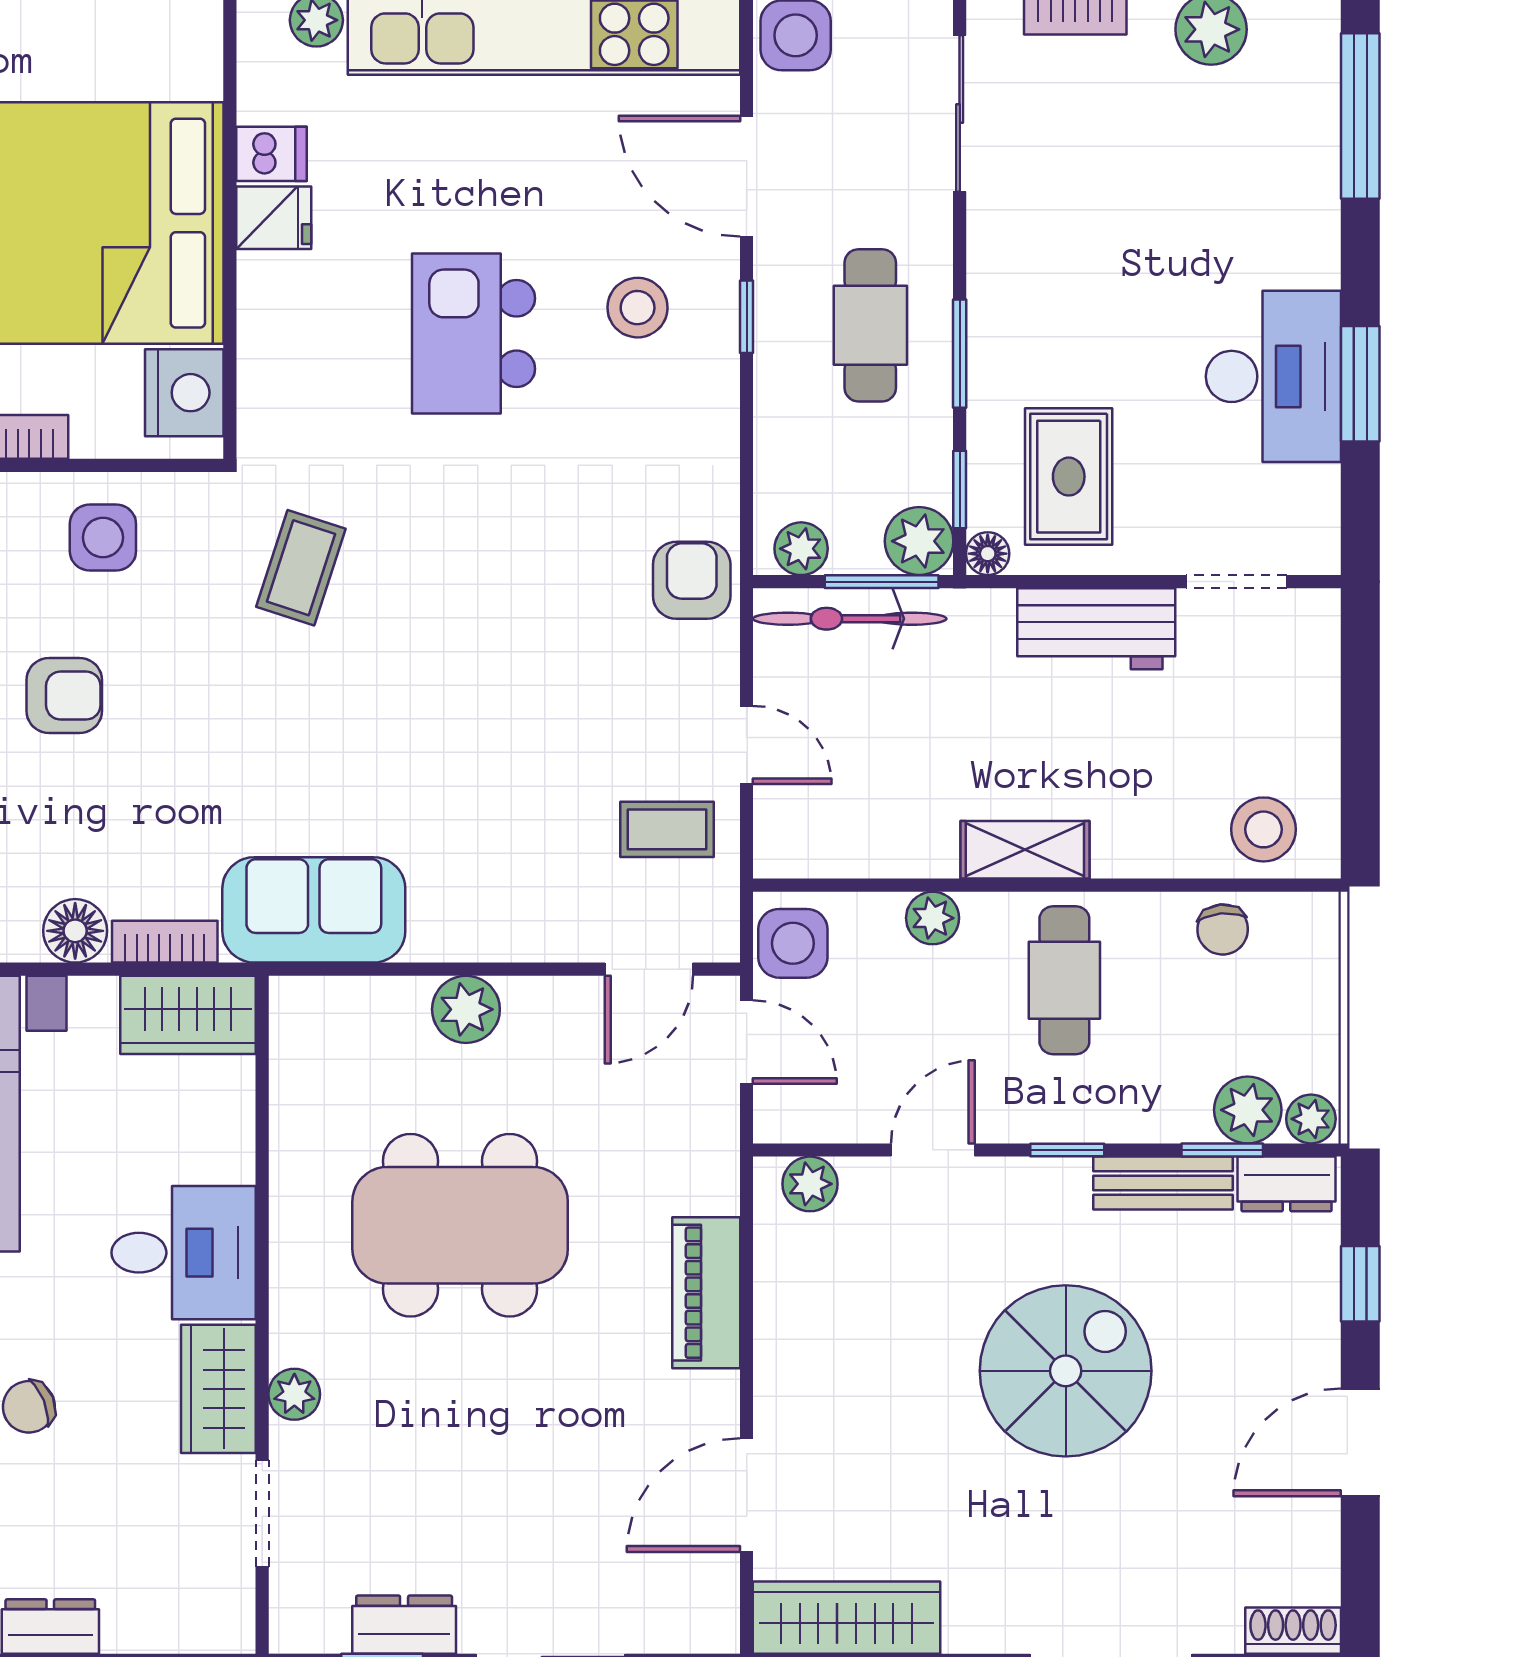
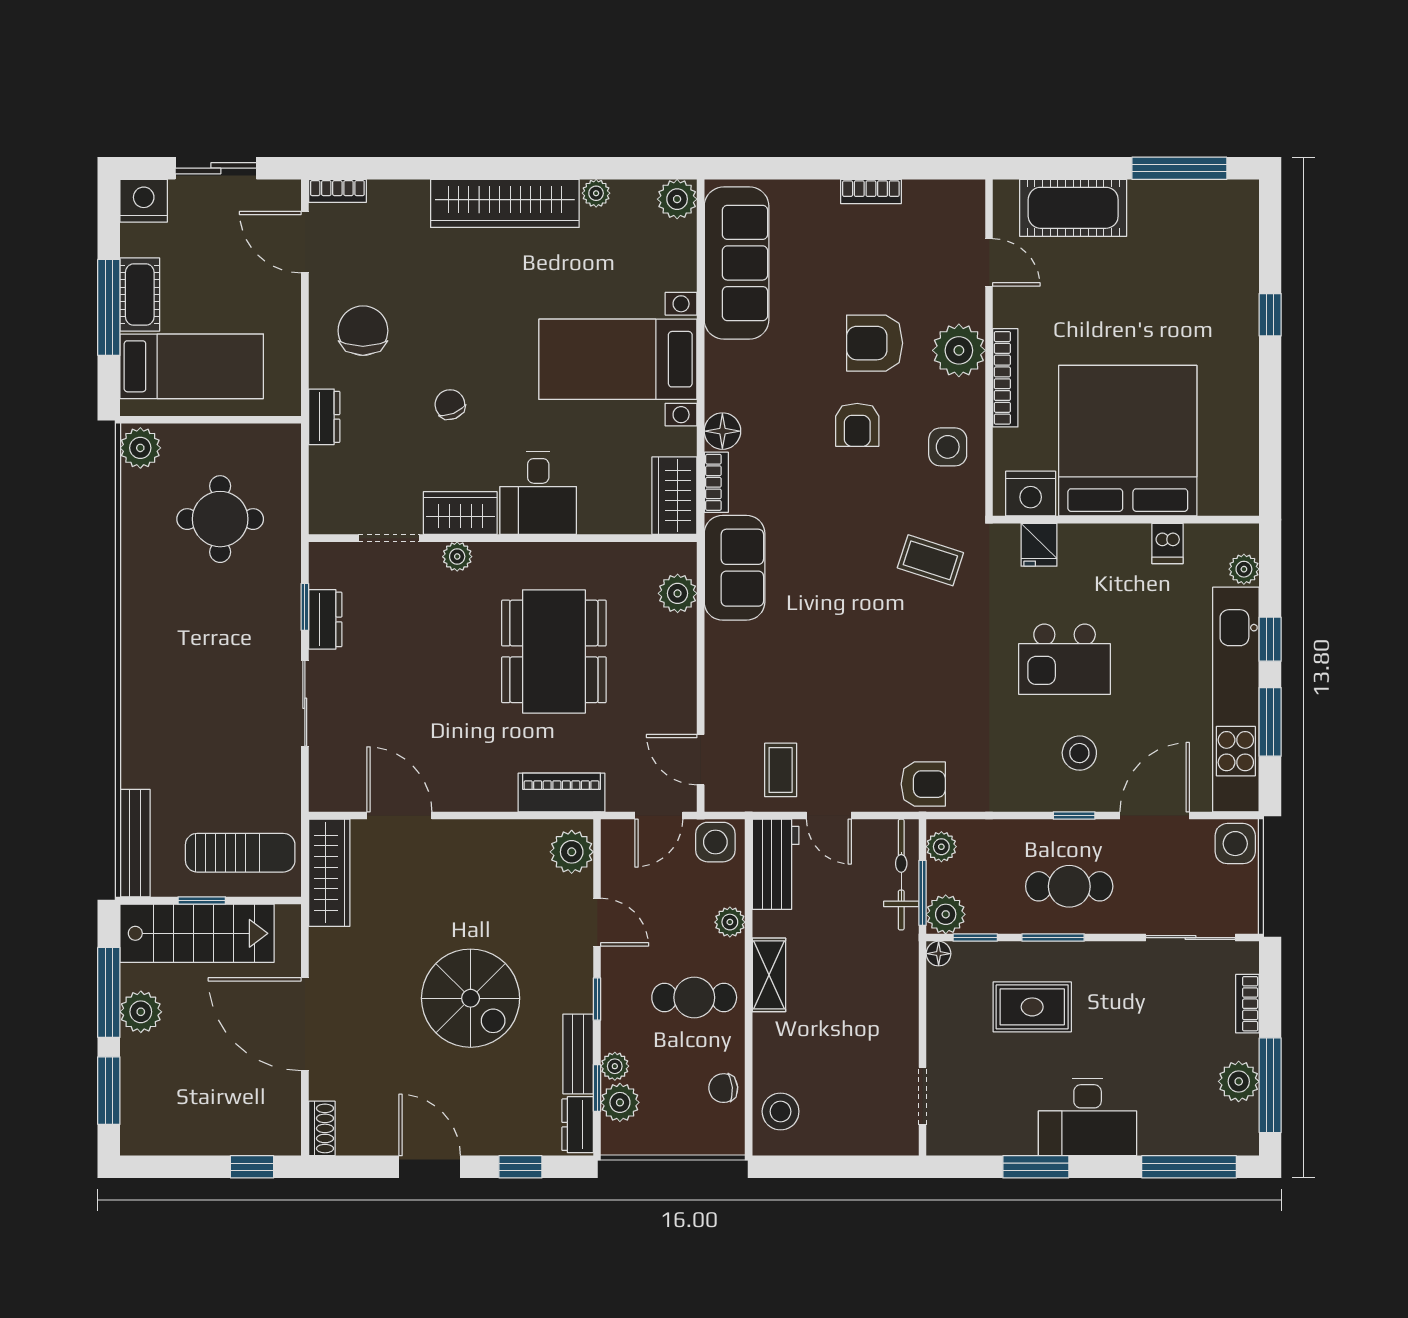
fridge: (274, 218) -> (1039, 545), moved
kitchen island: (474, 334) -> (1065, 659), turned 180
desk: (1273, 376) -> (1088, 1117), moved
rug: (1069, 477) -> (1032, 1007), moved
workbench: (1096, 629) -> (776, 864), moved, turned 180
door: (747, 745) -> (829, 815), hinge flipped
plant: (466, 1009) -> (678, 593), moved
plant: (1311, 1119) -> (615, 1066), moved
plant: (810, 1184) -> (572, 852), width x1.38, depth x1.38
piano: (706, 1293) -> (562, 792), moved

